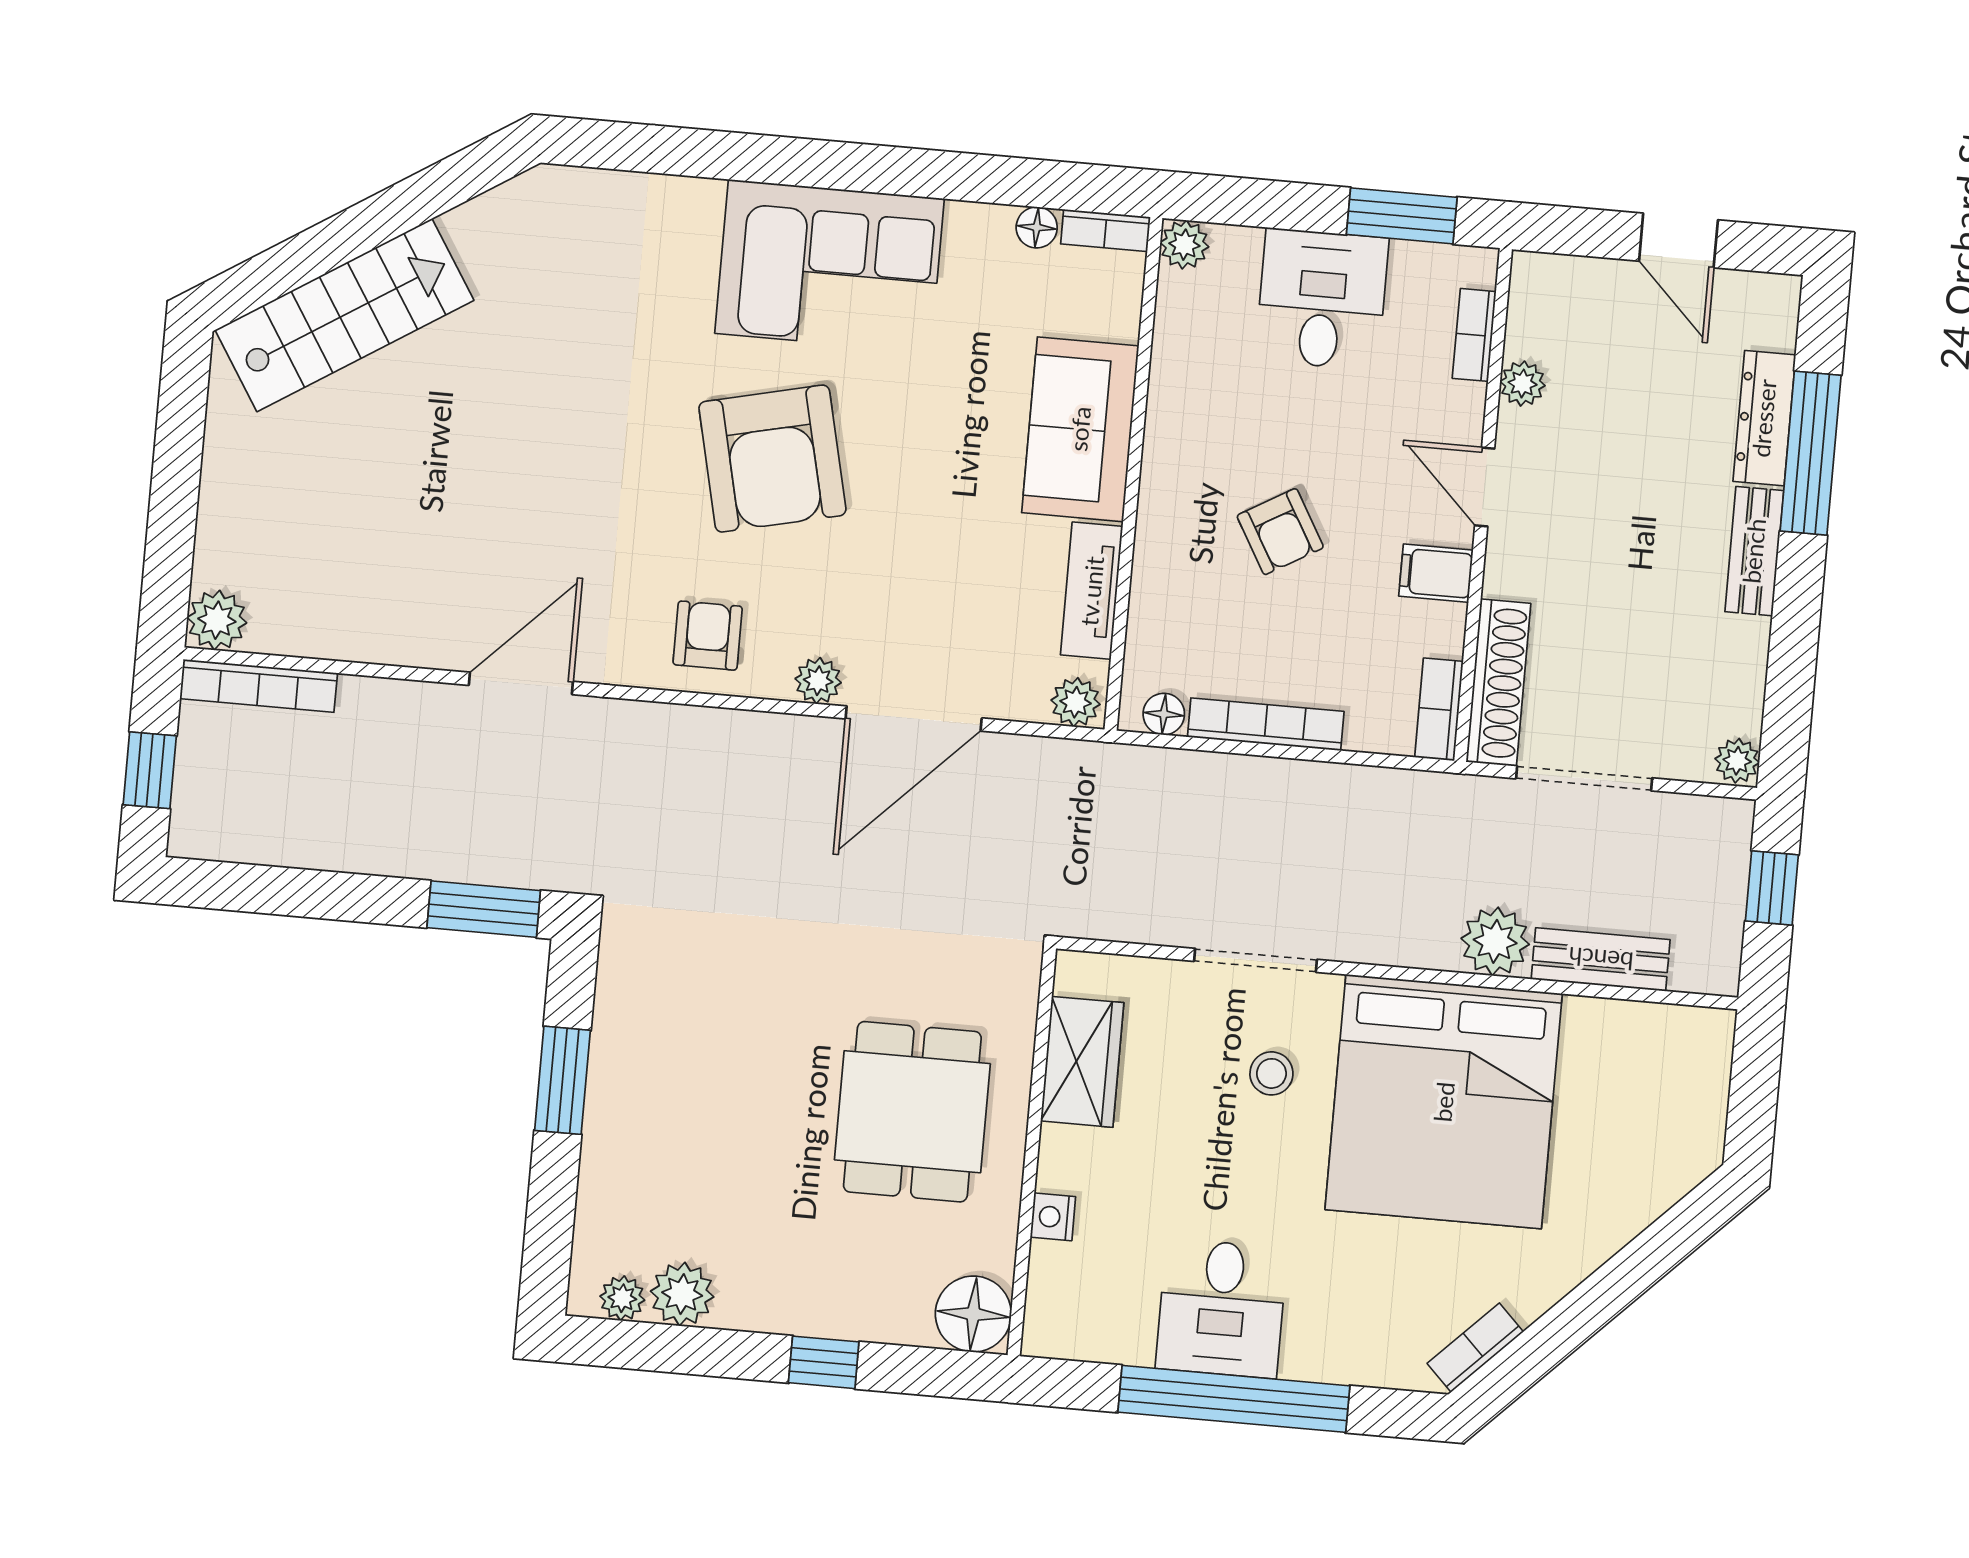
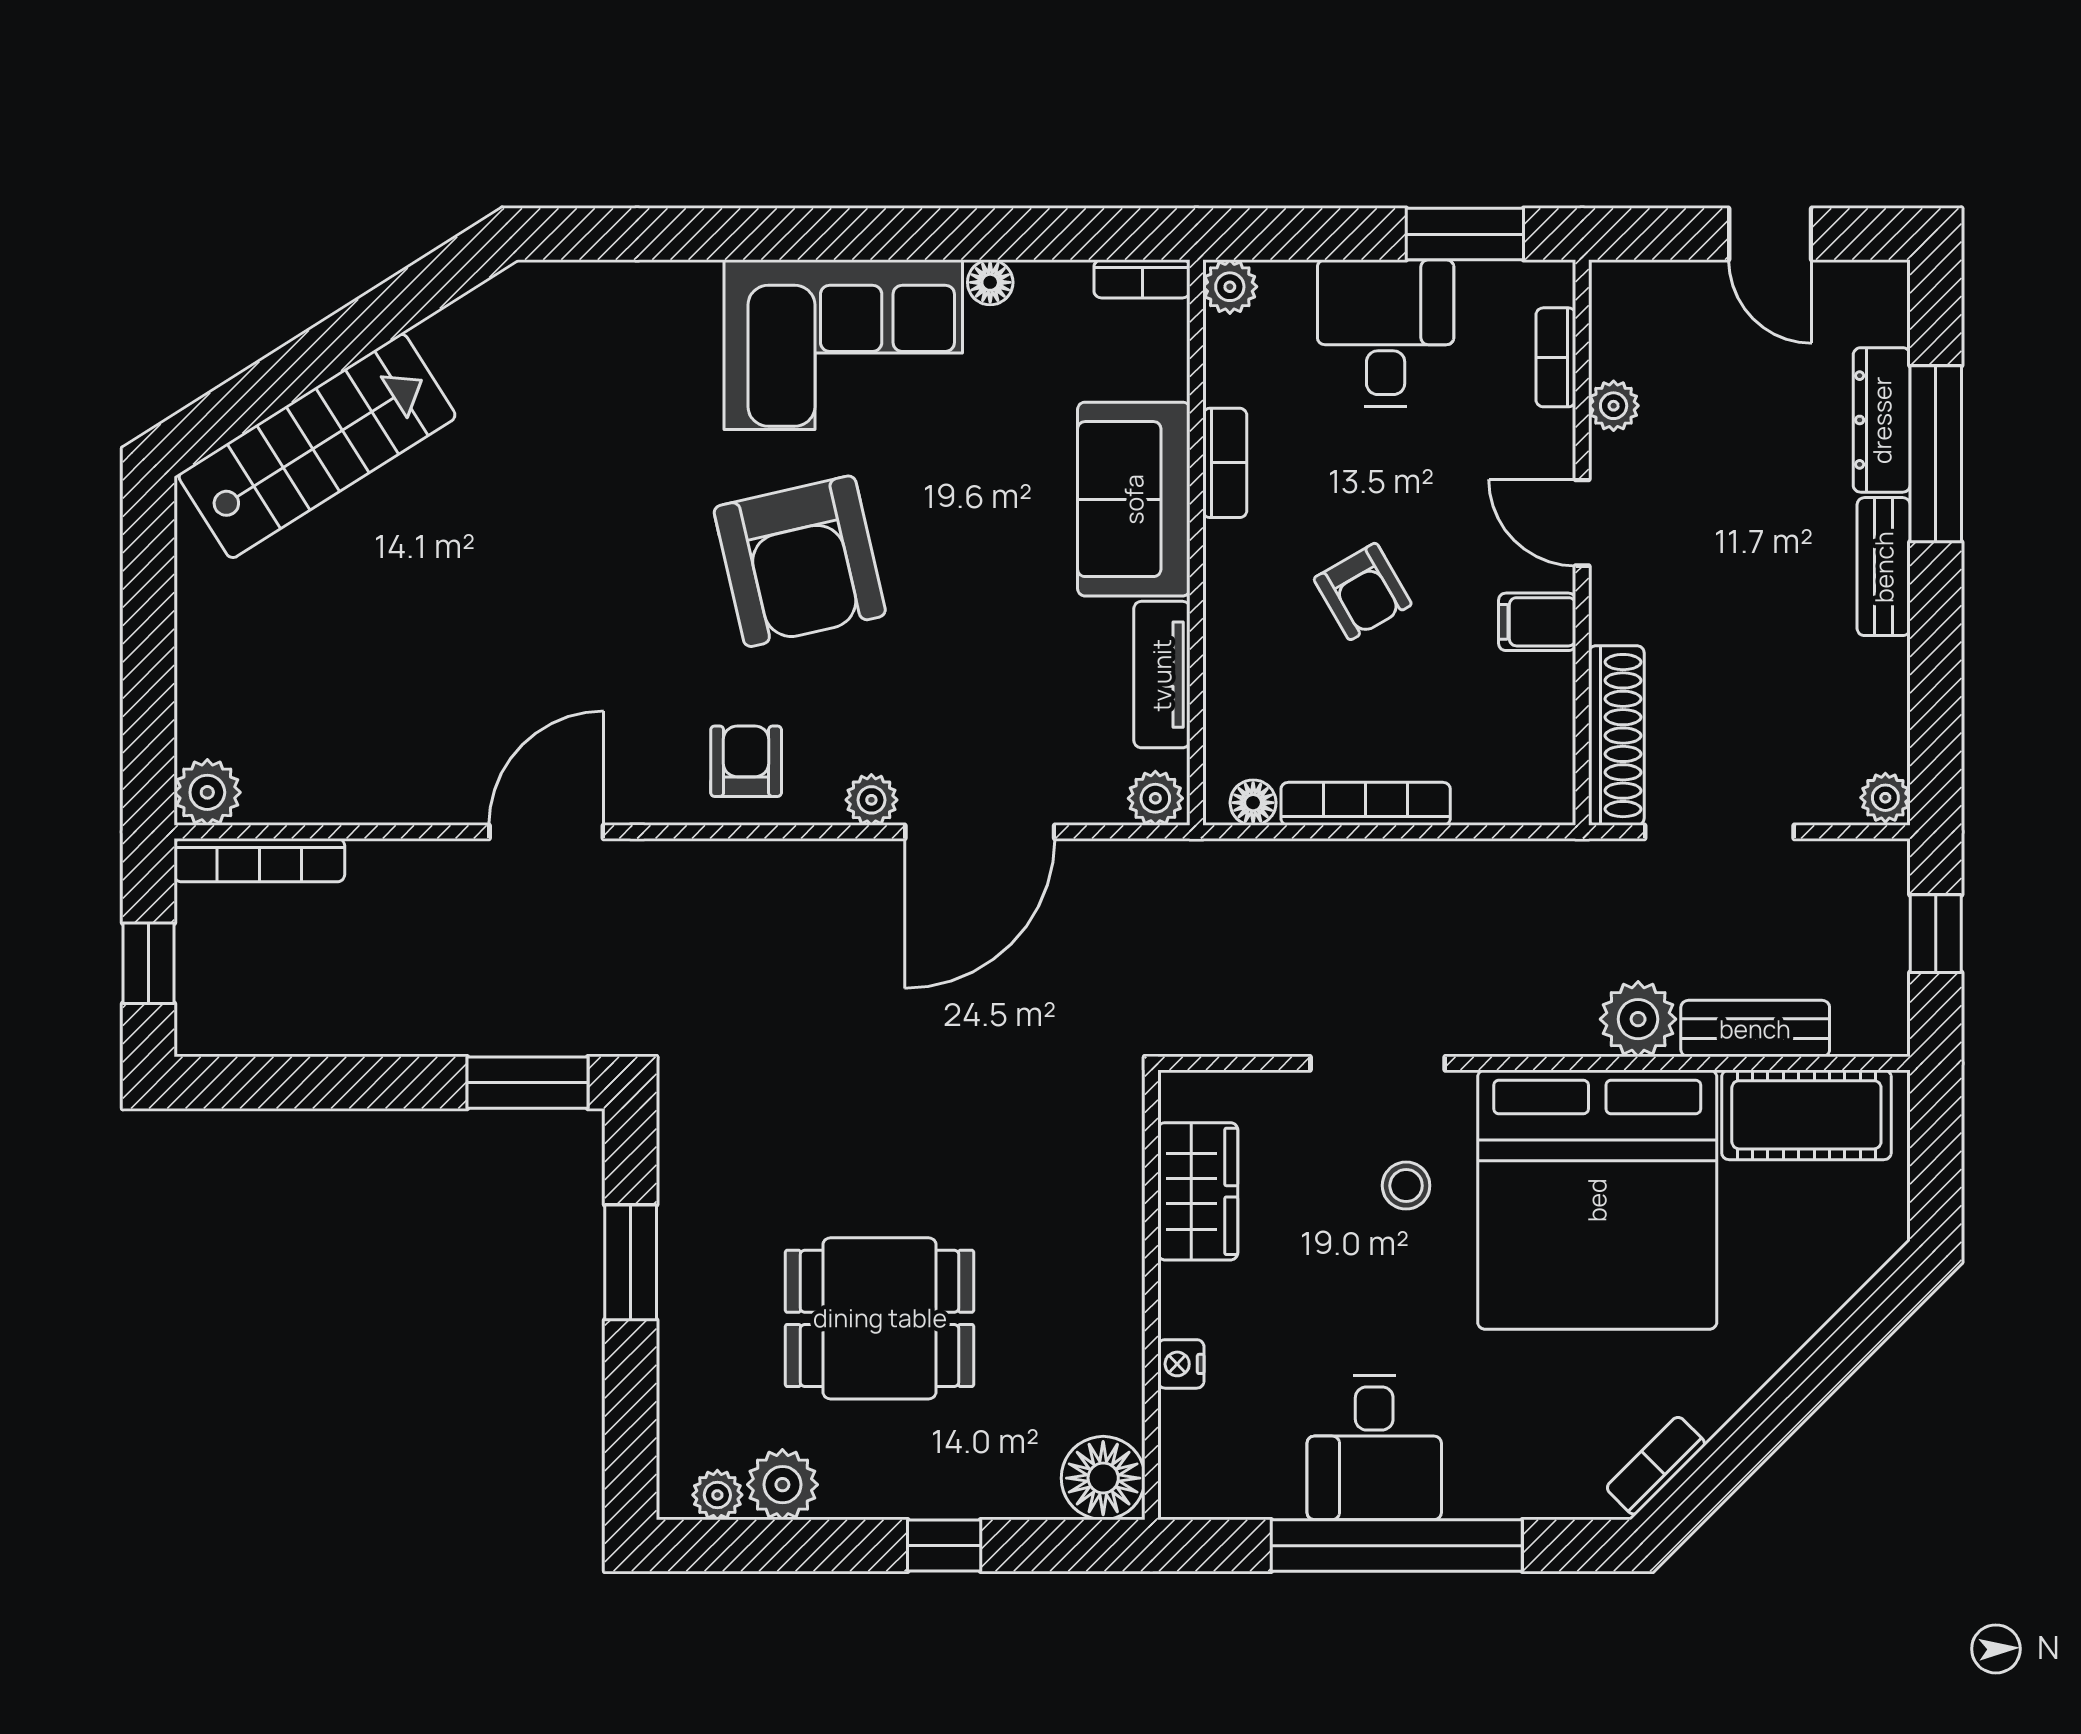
floor lamp: (1037, 227) -> (990, 282), moved
bookcase: (1439, 709) -> (1225, 463), moved, turned 180
cot: (1640, 1042) -> (1806, 1115), added
dining table: (912, 1112) -> (880, 1318), moved, turned 90

